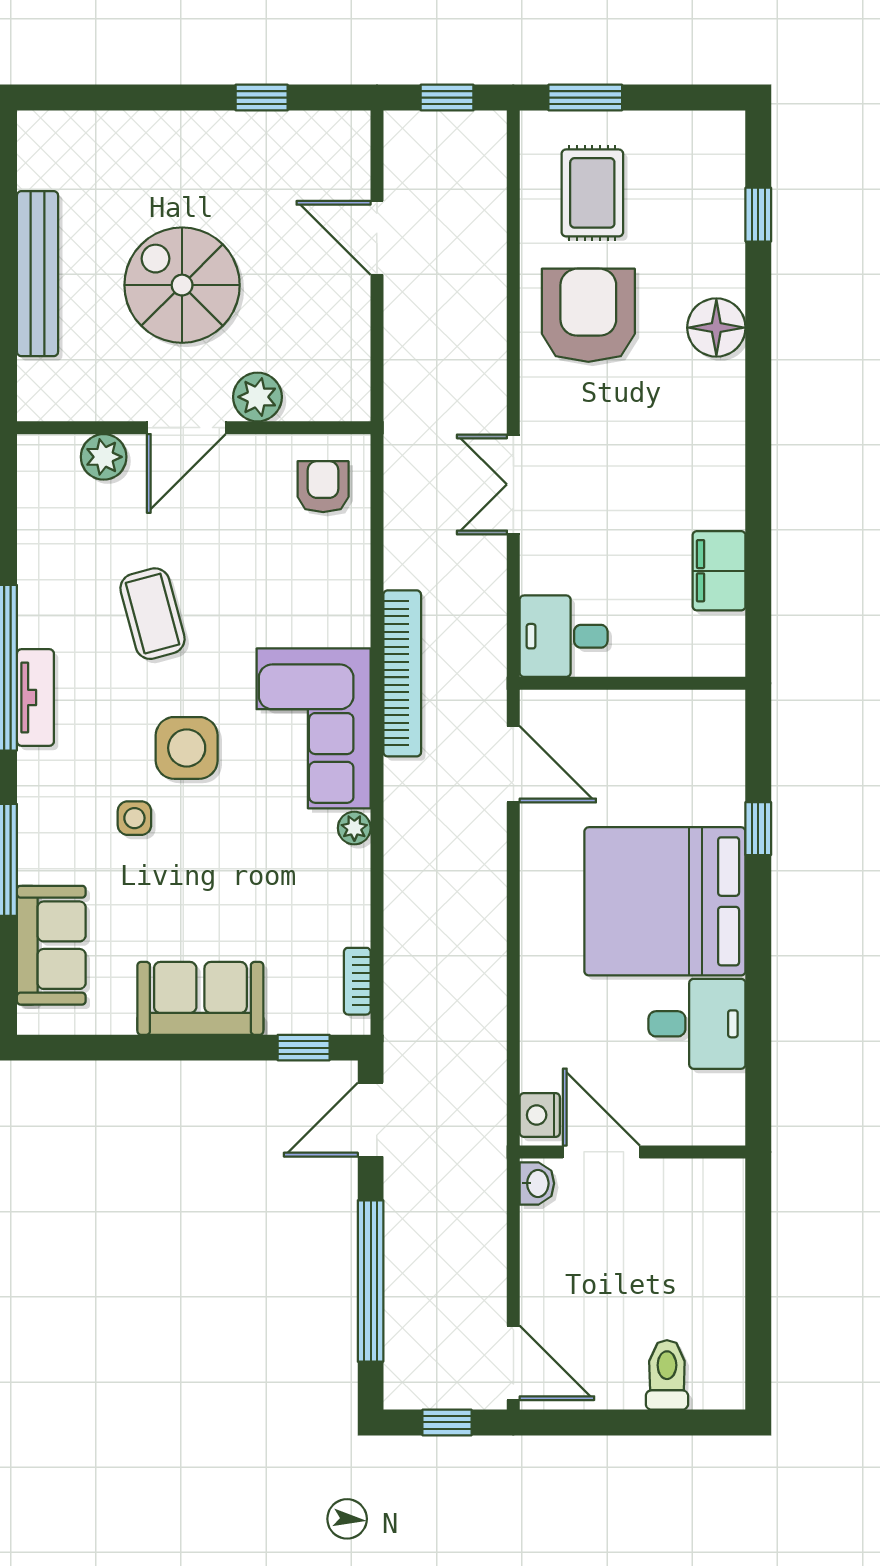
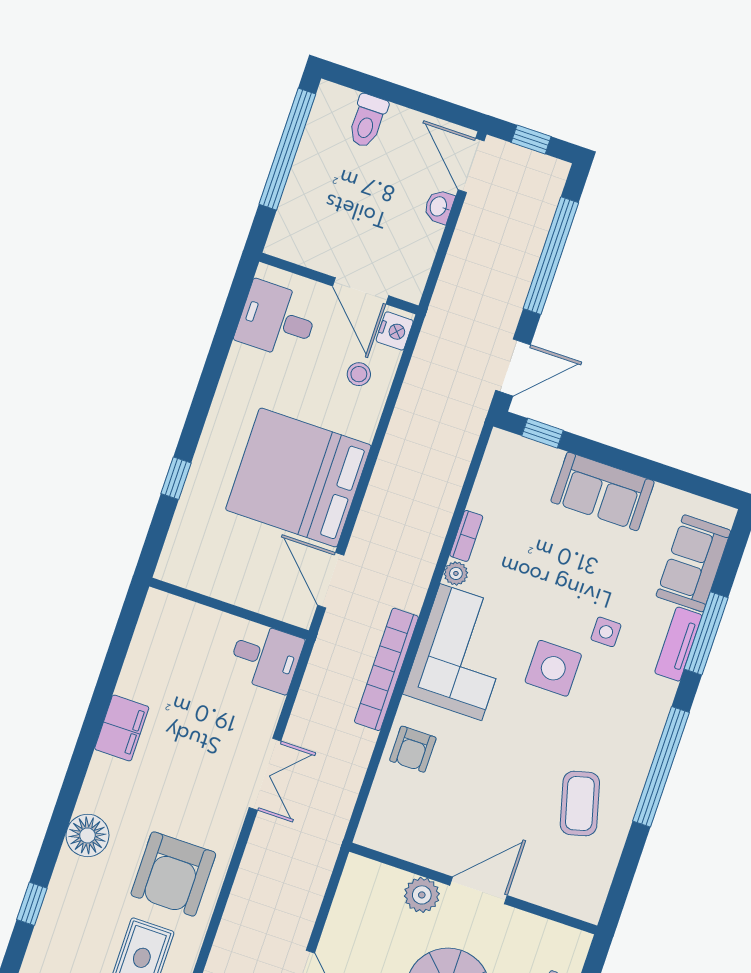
plant: (104, 457) -> (543, 890), removed
armchair: (323, 487) -> (413, 749), moved
filing cabinet: (719, 571) -> (122, 728), moved
coffee table: (153, 614) -> (580, 804), moved
tv unit: (35, 698) -> (678, 644), moved
bed: (665, 901) -> (298, 477), moved, turned 180
bookcase: (357, 981) -> (466, 536), moved
desk: (697, 1024) -> (277, 320), moved
stool: (567, 1043) -> (359, 374), added
washbasin: (537, 1183) -> (439, 207), moved
window: (758, 1303) -> (287, 149), added

